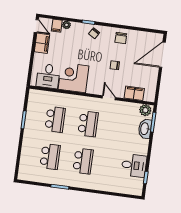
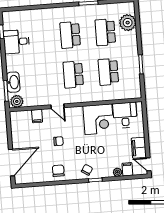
filing cabinet: (134, 93) -> (37, 116), width x0.50
plant: (27, 161) -> (128, 23), added

